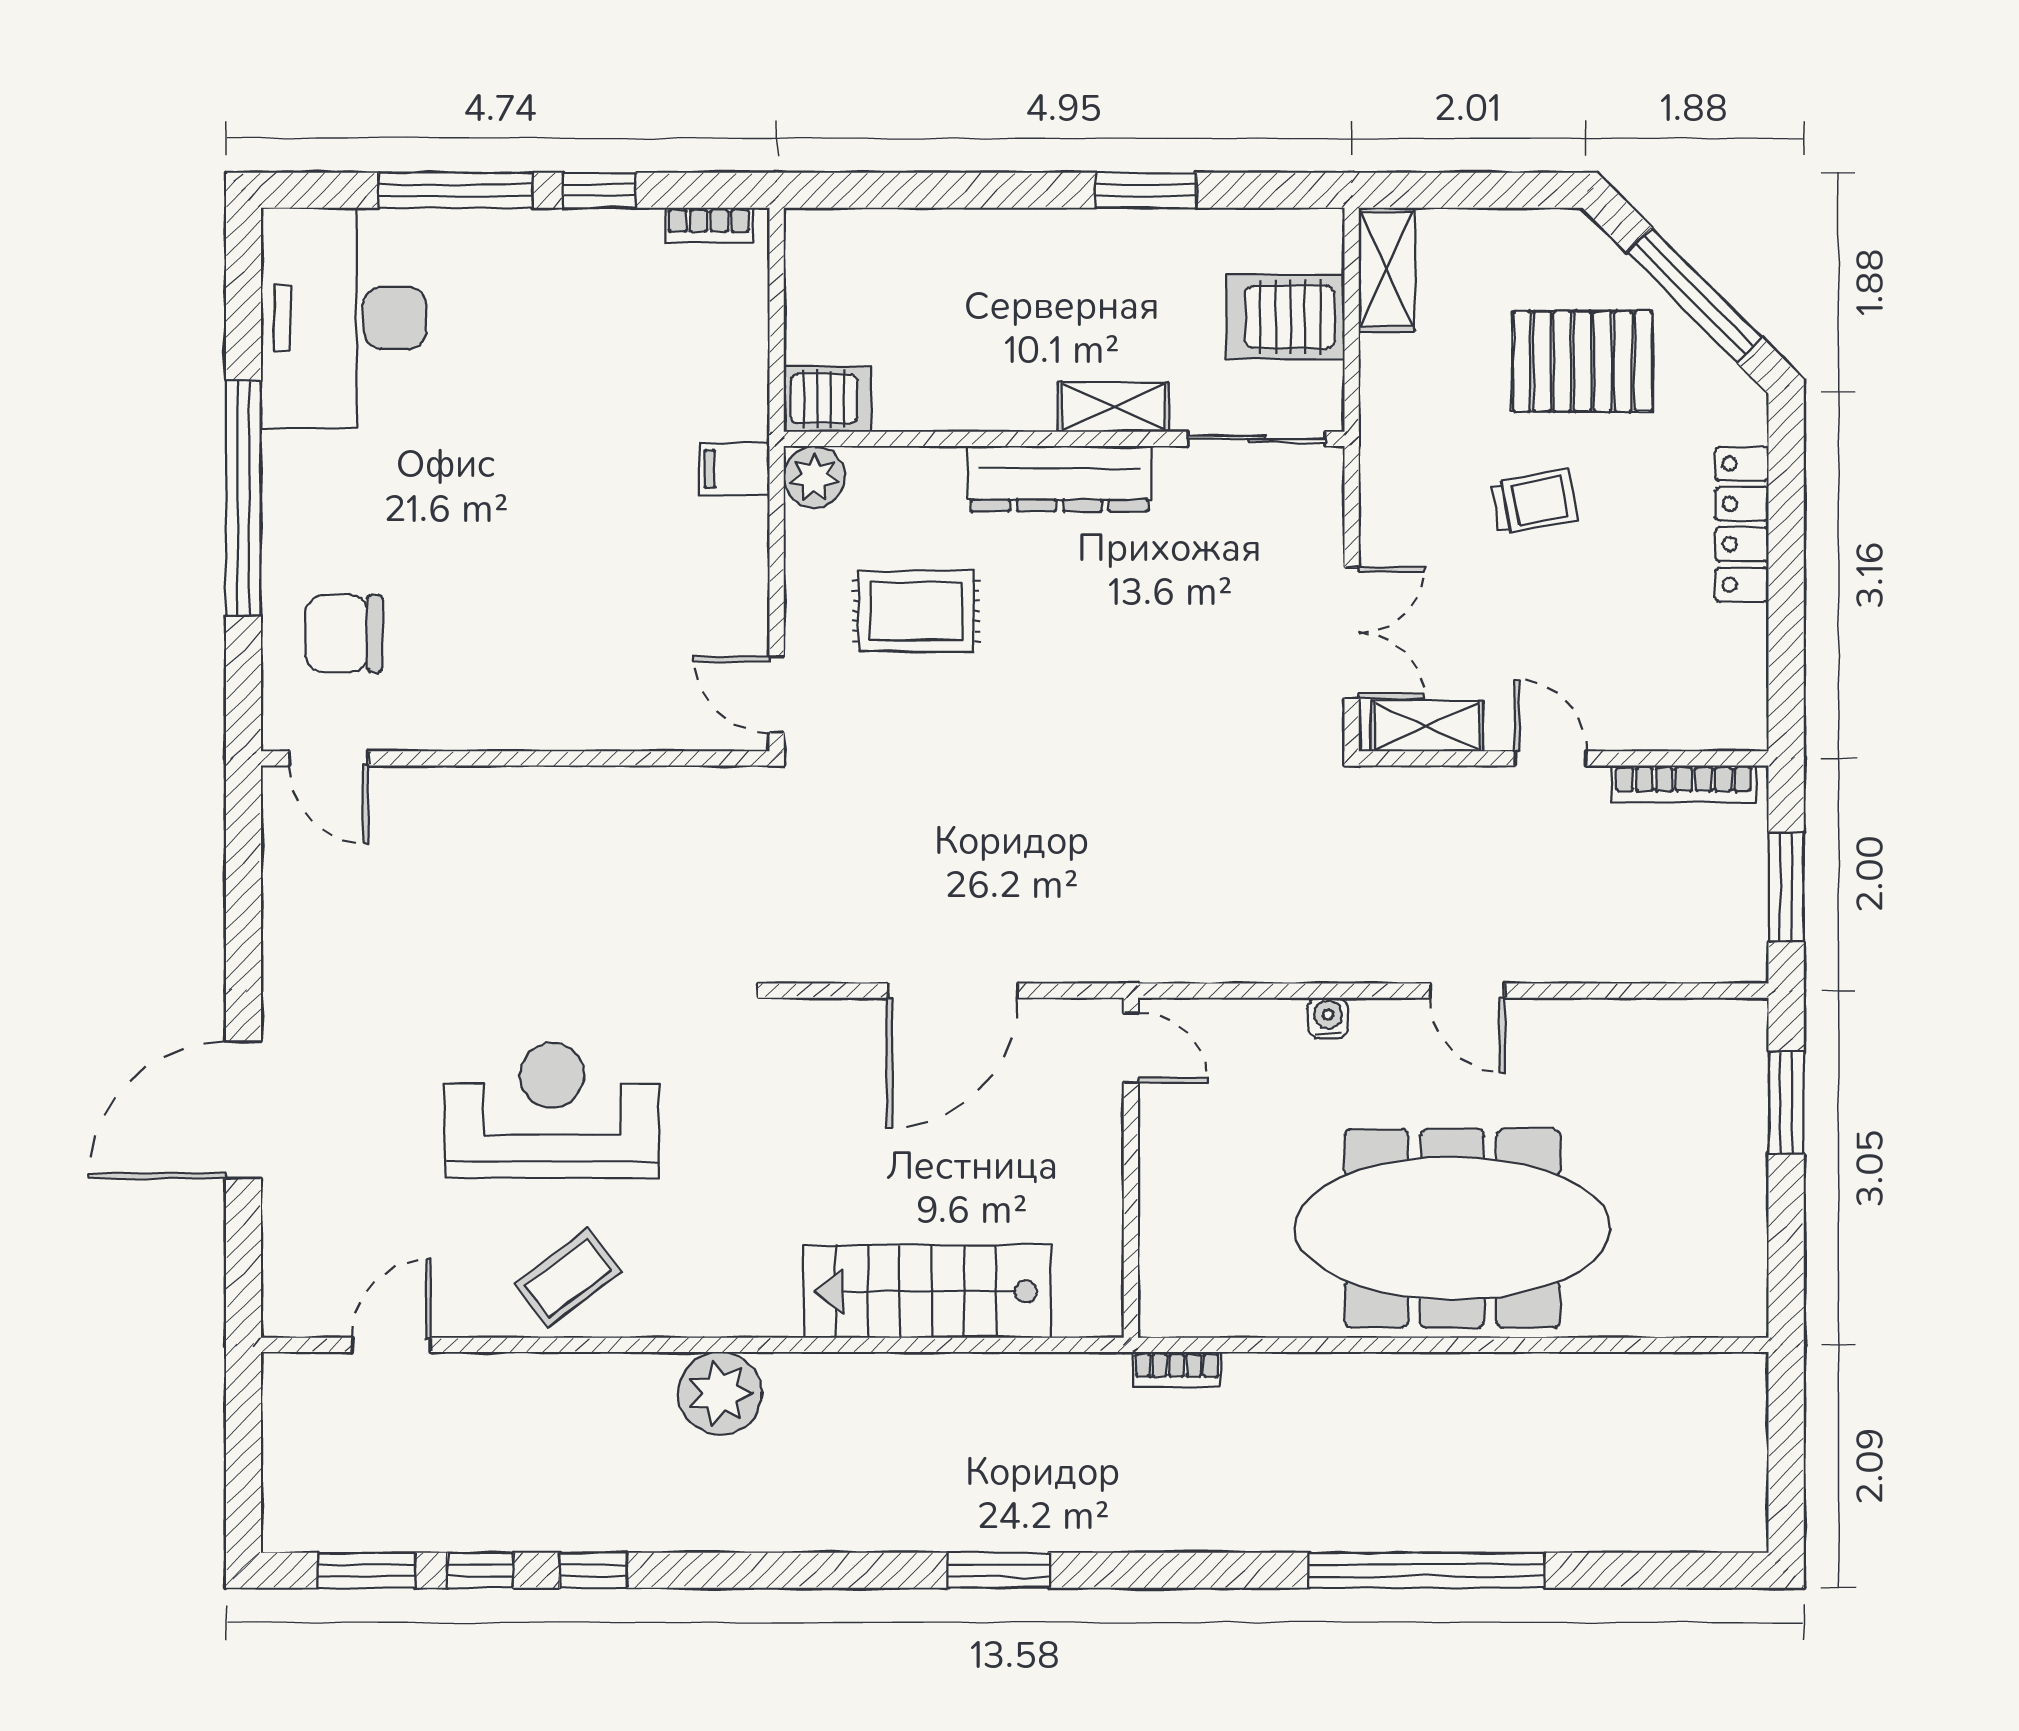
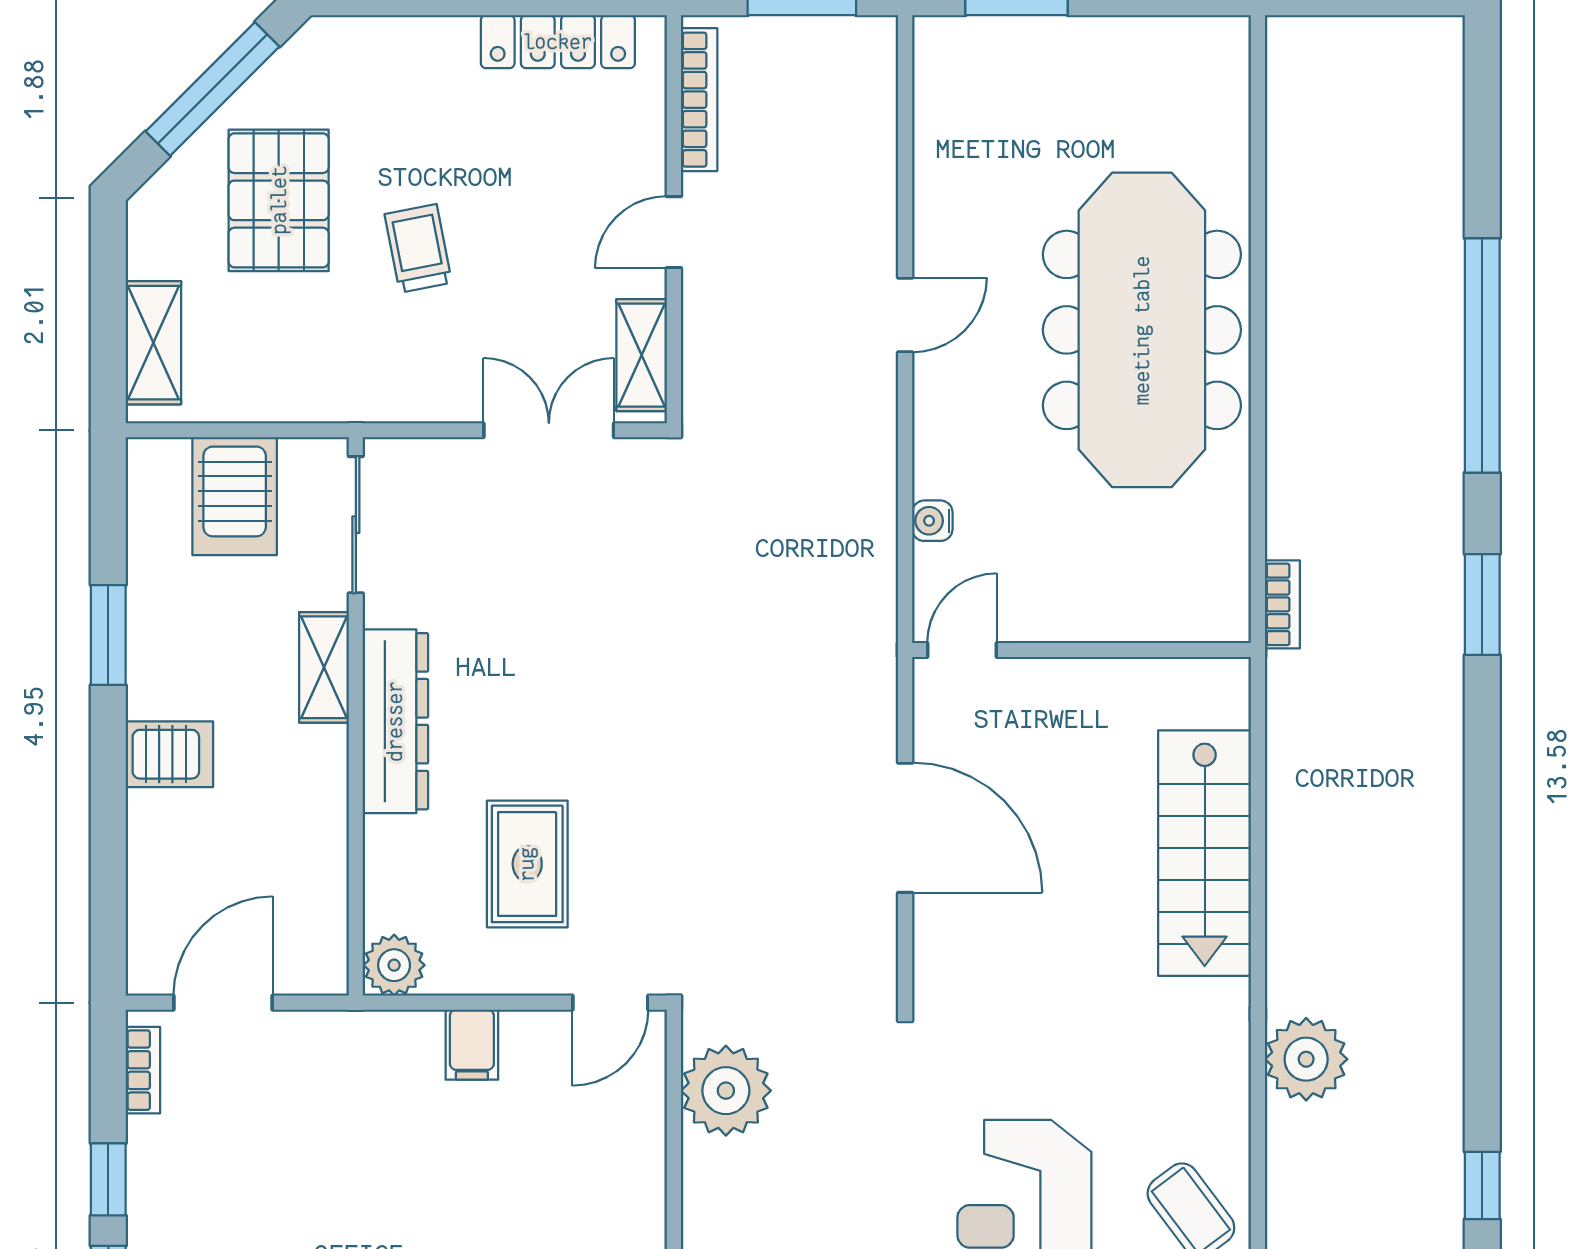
shelving: (1387, 270) -> (153, 343), moved, turned 90
door: (777, 306) -> (223, 1003), added
server rack: (828, 399) -> (169, 754), moved, turned 90
filing cabinet: (734, 469) -> (472, 1045), moved
locker: (1742, 524) -> (558, 42), moved
plant: (688, 811) -> (726, 1091), added
water cooler: (1328, 1018) -> (932, 521), moved
window: (999, 1570) -> (1482, 605), moved

